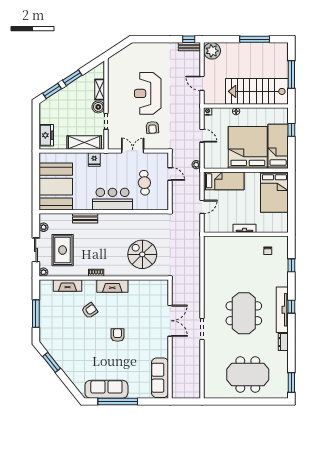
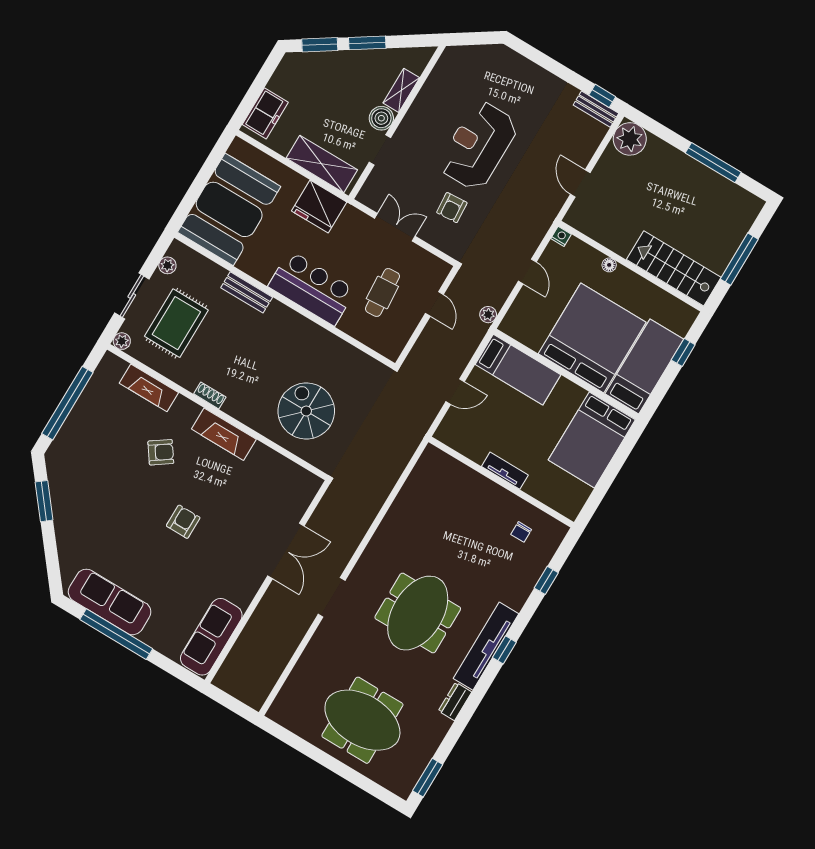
stairs: (257, 91) -> (674, 268), width x0.73, depth x0.66
fridge: (94, 159) -> (319, 207), width x1.88, depth x1.34
window: (36, 314) -> (67, 403), width x1.46

